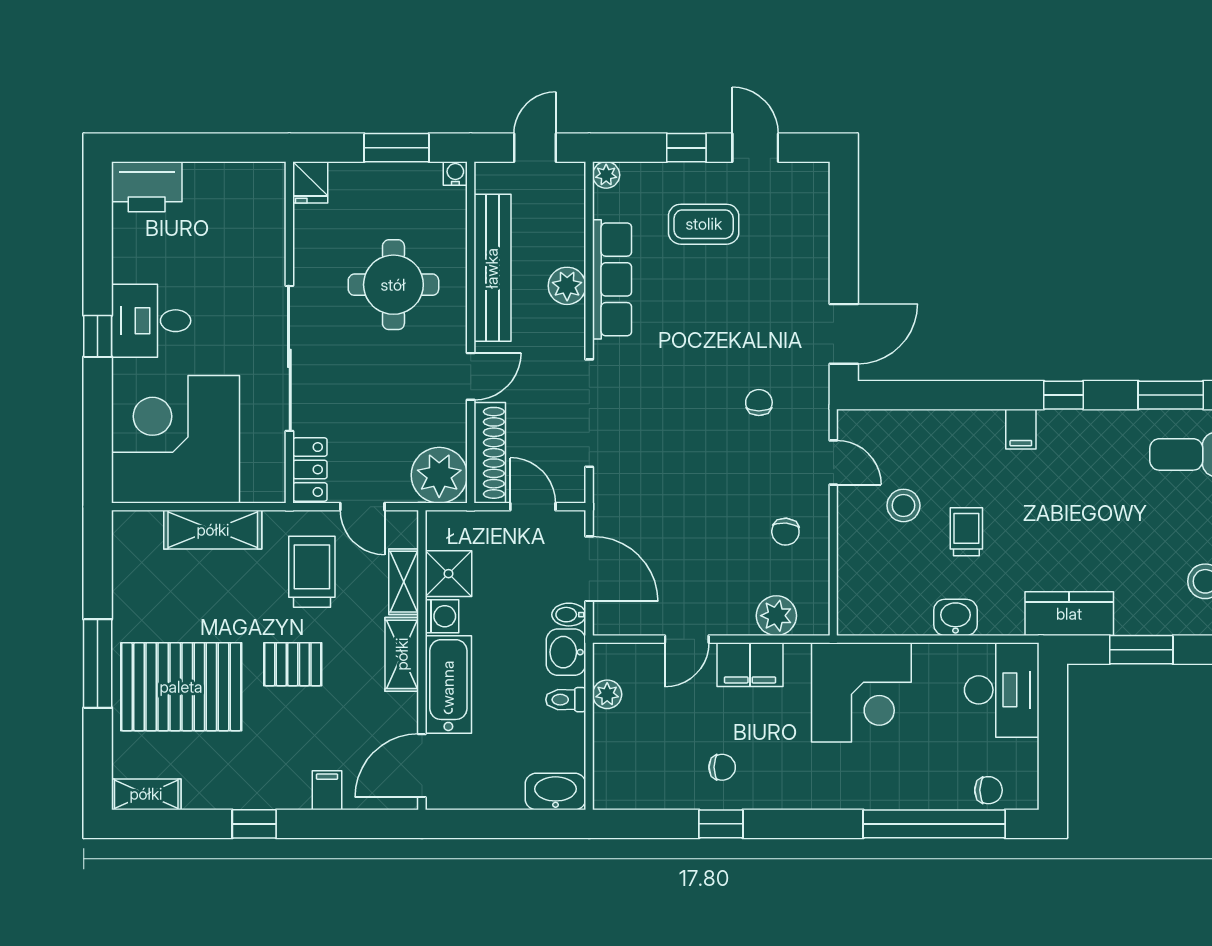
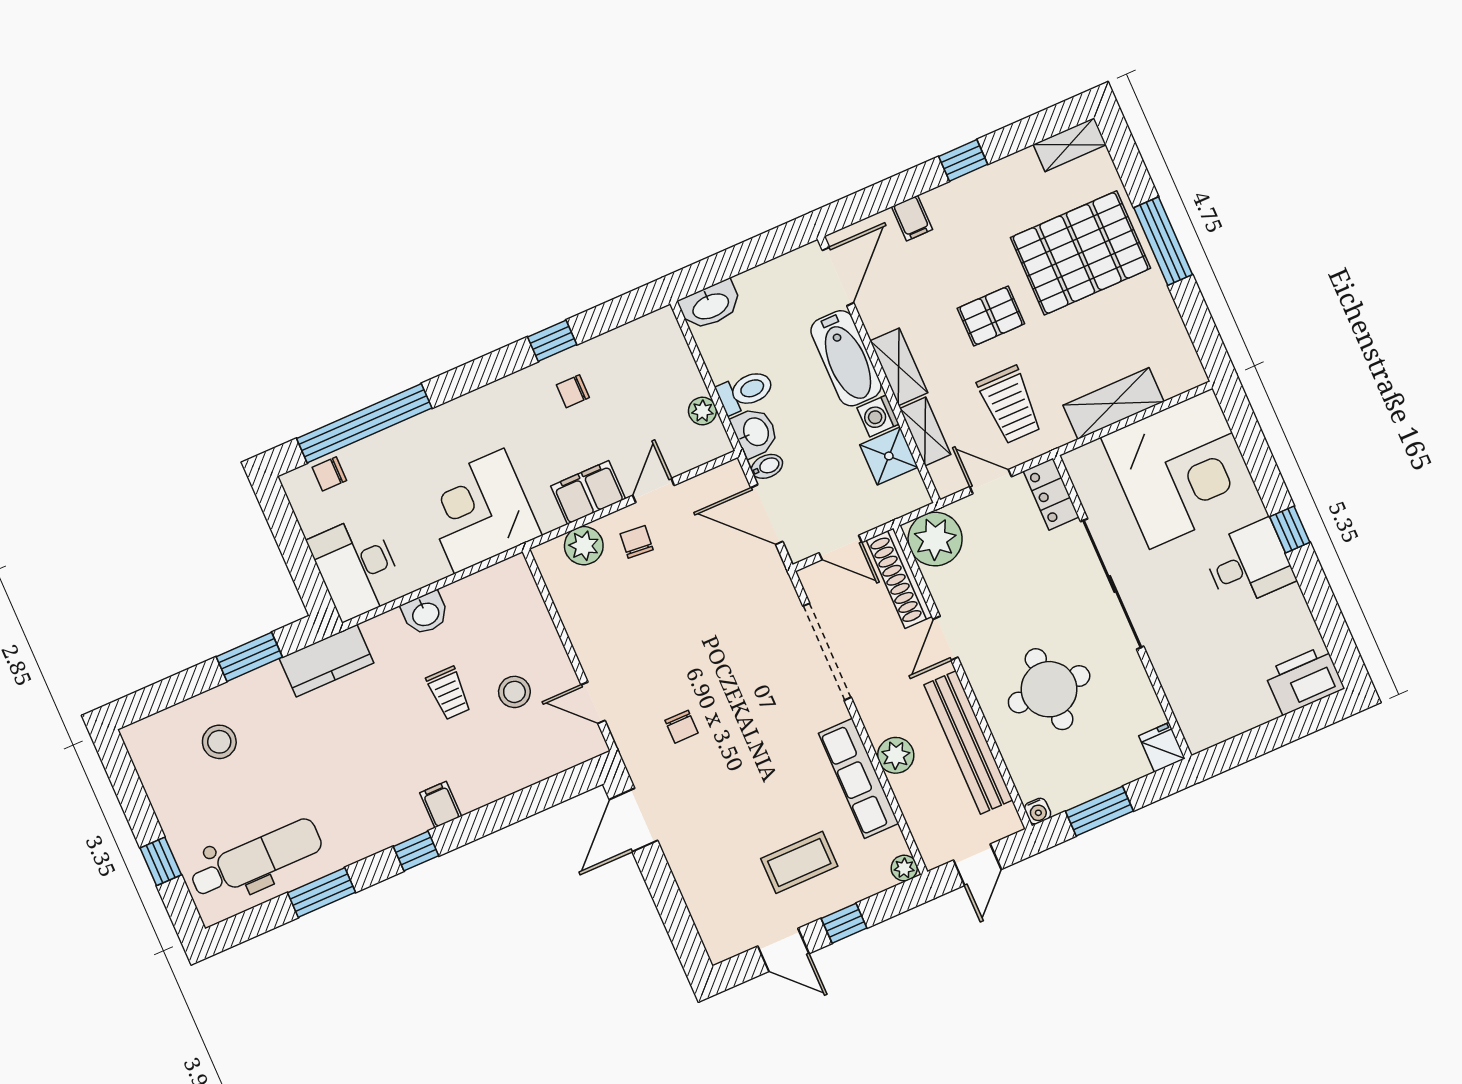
chair: (785, 532) -> (637, 542), moved
toilet: (566, 700) -> (745, 391), width x1.37, depth x1.39

